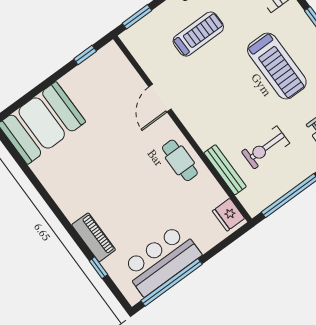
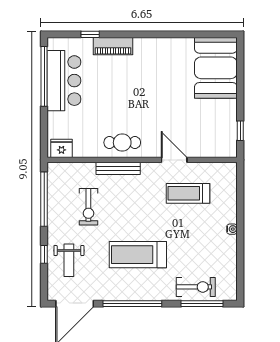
window: (137, 17) -> (240, 185), removed
treadmill: (198, 34) -> (188, 193), moved, turned 90
exercise bike: (266, 147) -> (88, 207), turned 180
bench: (225, 170) -> (118, 168), moved

